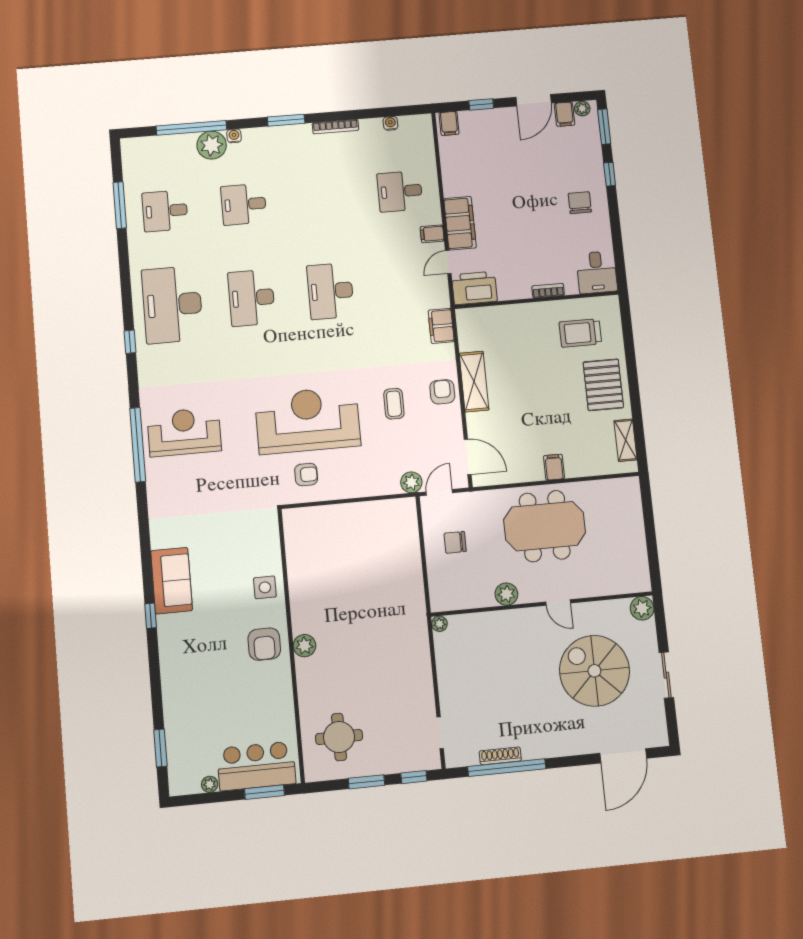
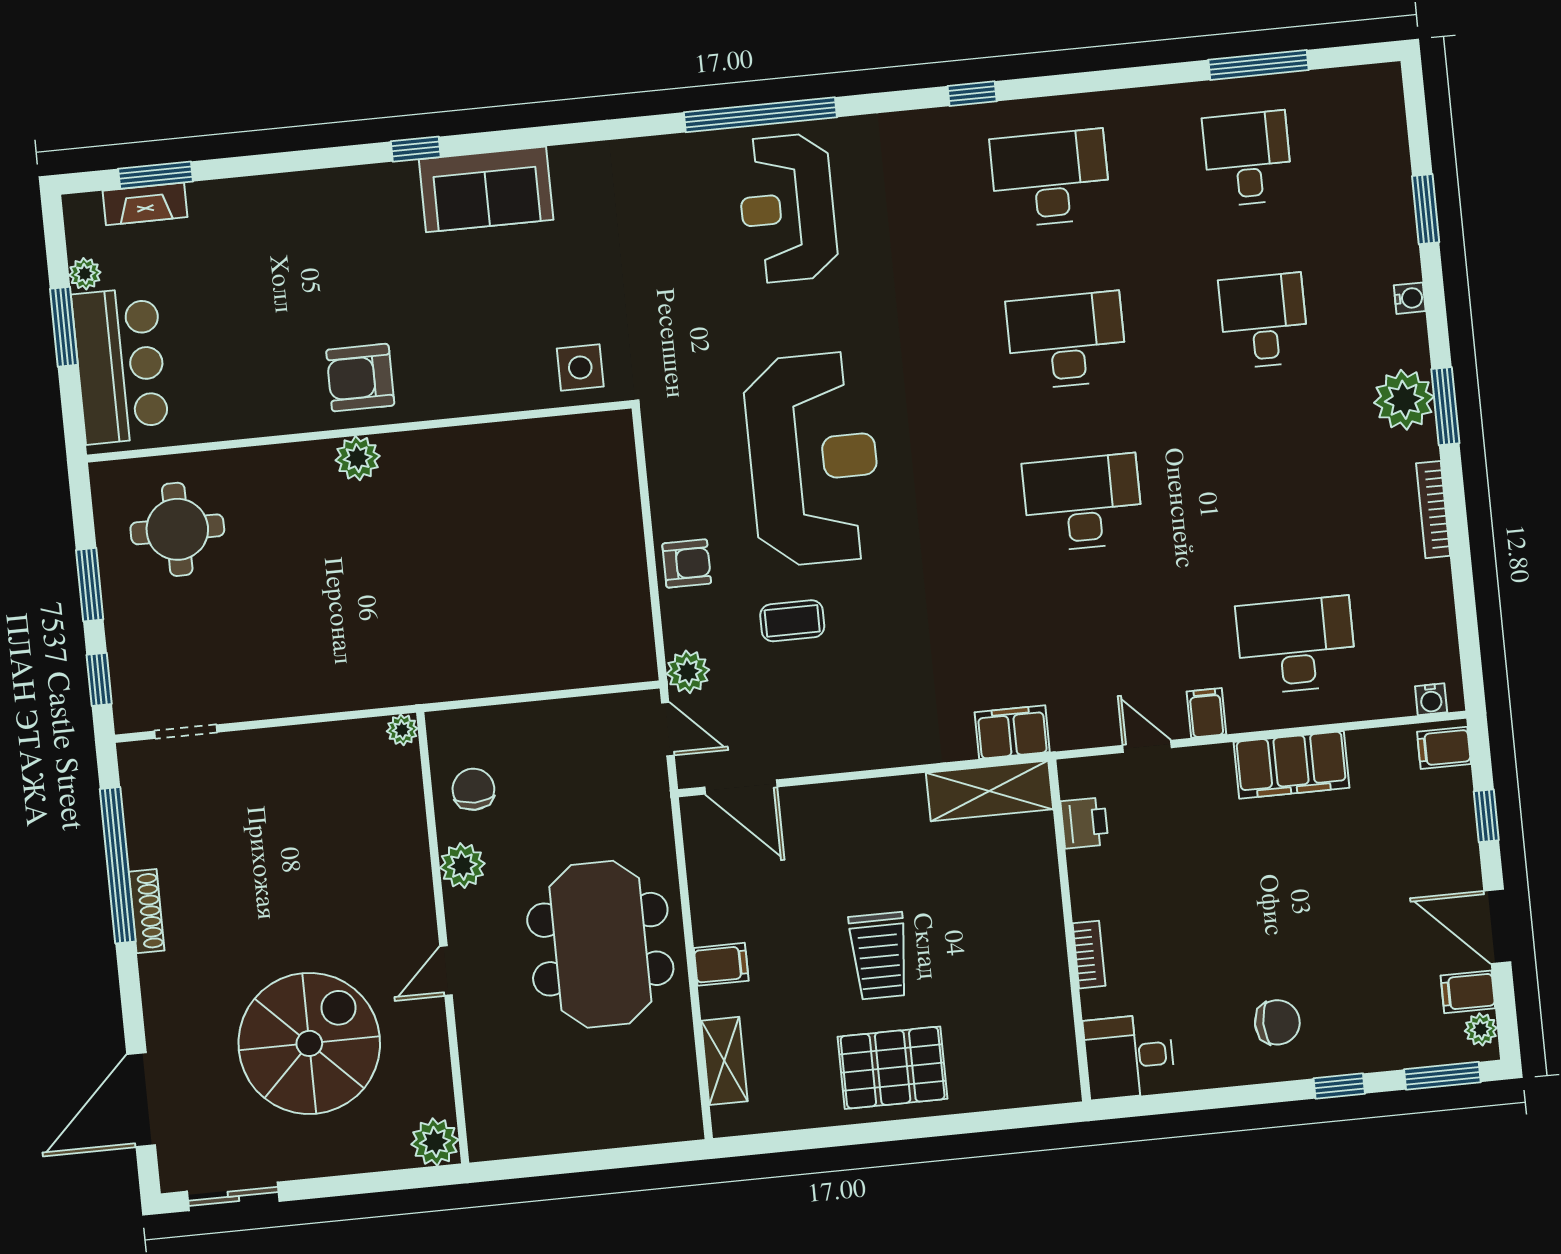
water cooler: (390, 123) -> (1431, 699), moved, turned 90
window: (191, 128) -> (1426, 209), width x0.47
plant: (212, 145) -> (1404, 400), moved
desk: (400, 191) -> (1296, 645), width x1.37
filing cabinet: (460, 223) -> (1291, 765), moved
printer: (474, 288) -> (1084, 823), width x0.53, depth x0.68
desk: (172, 305) -> (1050, 178), width x0.73, depth x0.77
trolley: (580, 333) -> (879, 956), moved, turned 180
shelving: (474, 382) -> (990, 791), moved
armchair: (442, 392) -> (875, 735), removed
coffee table: (394, 404) -> (792, 621), moved
reception desk: (184, 432) -> (787, 208), turned 180
shelving: (626, 440) -> (724, 1061), moved, turned 90
door: (468, 457) -> (741, 787), hinge flipped
armchair: (306, 475) -> (687, 563), moved, turned -90
chair: (455, 542) -> (473, 789), moved
side table: (265, 587) -> (580, 367), moved
sliding door: (666, 675) -> (233, 1196), moved
fireplace: (175, 753) -> (145, 204), added
shoe rack: (500, 756) -> (147, 911), moved
door: (623, 756) -> (141, 1100), hinge flipped
window: (264, 792) -> (64, 327), moved

